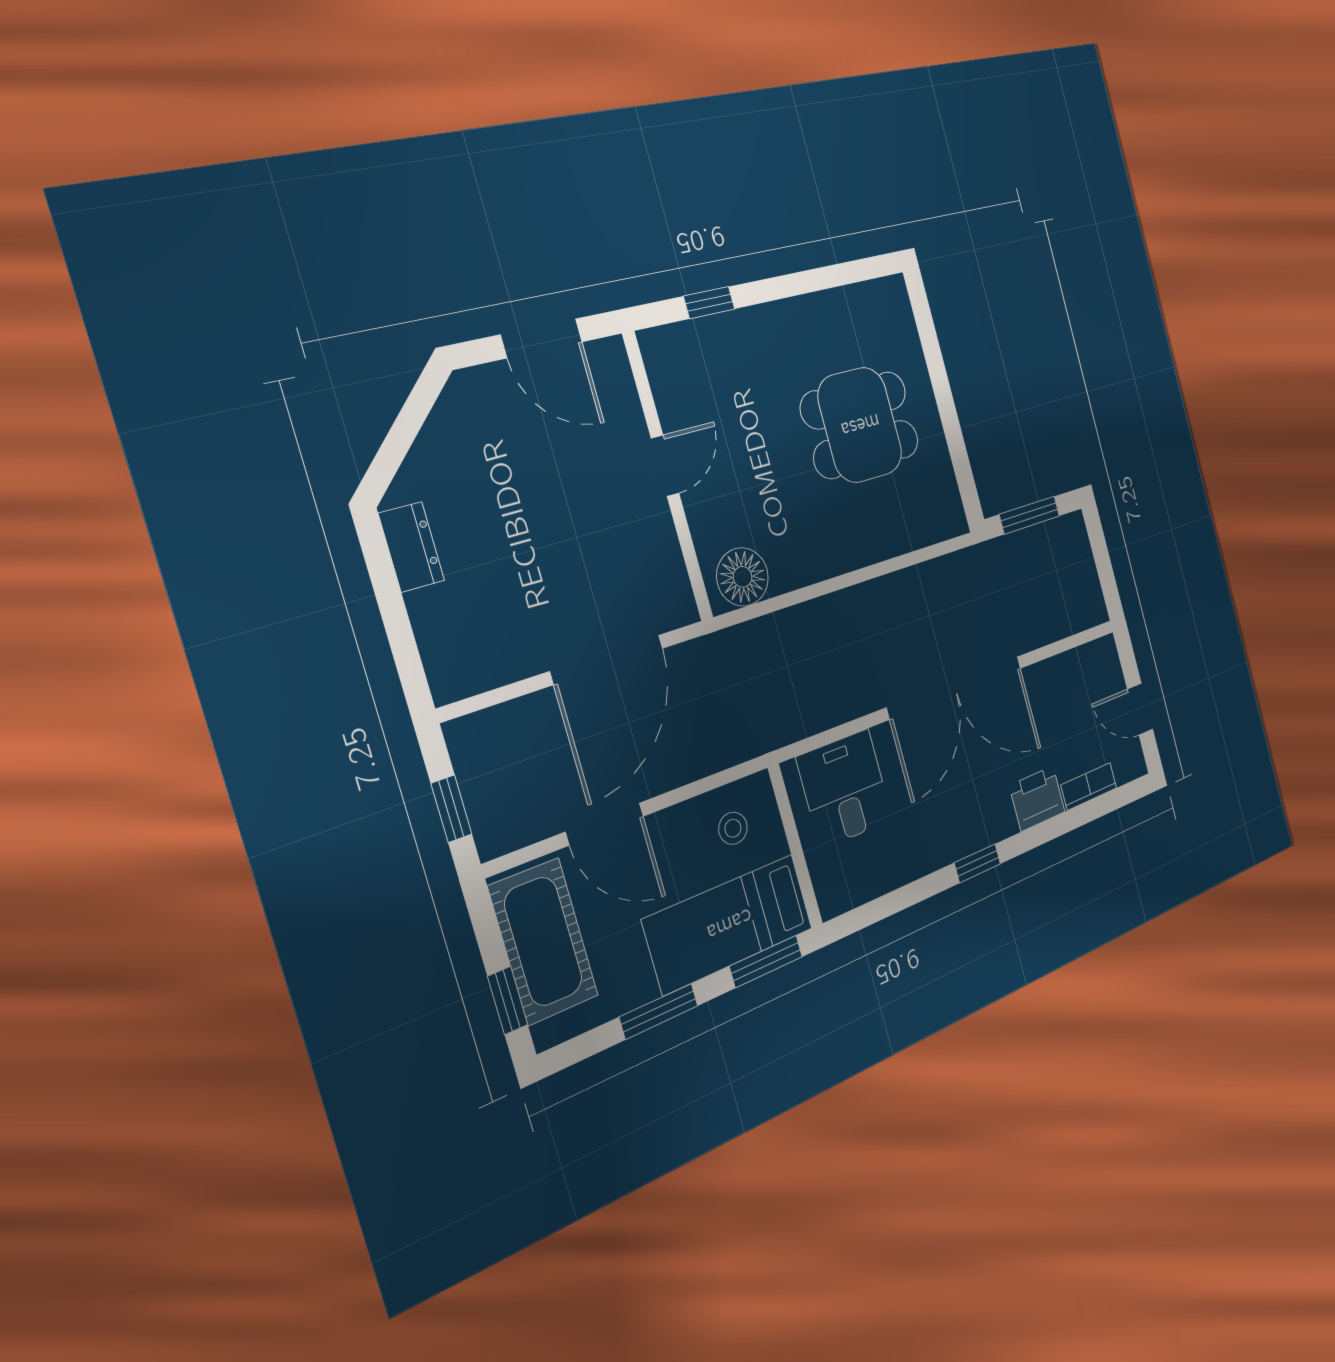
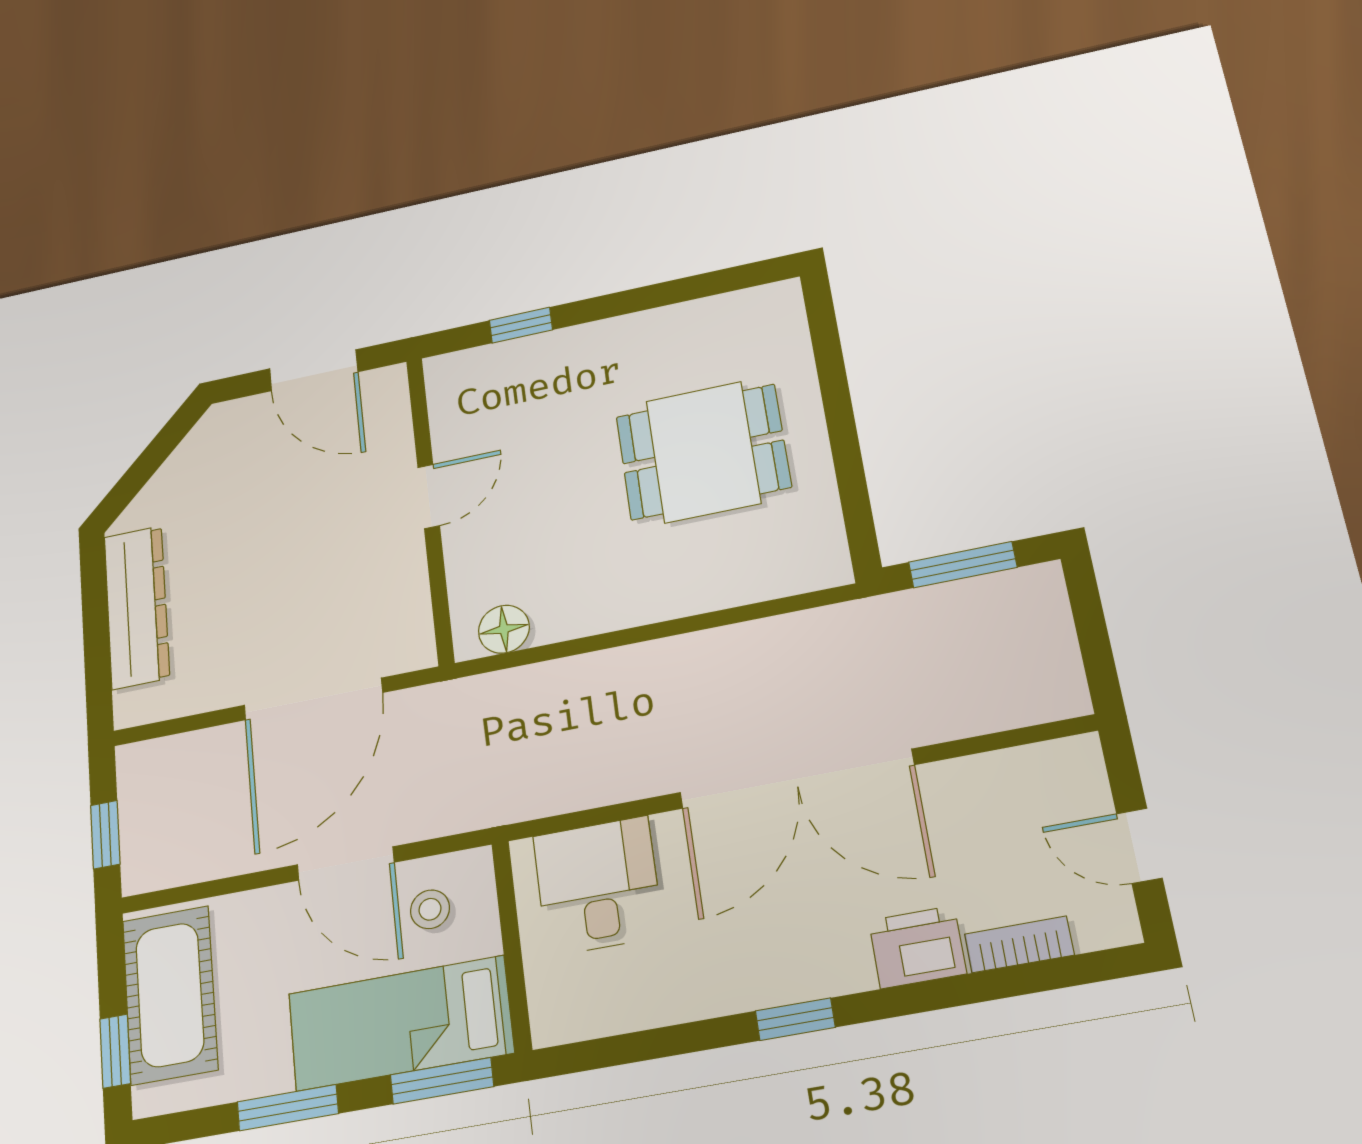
dresser: (411, 547) -> (137, 607), width x1.96, depth x1.24
floor lamp: (743, 577) -> (504, 629), width x0.73, depth x0.73
door: (605, 824) -> (346, 864), moved

